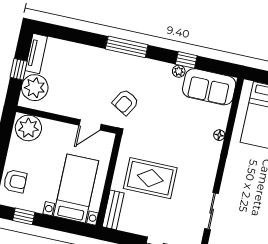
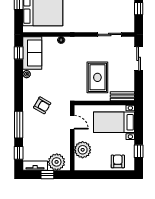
window: (61, 33) -> (19, 153), added
window: (127, 47) -> (19, 125), moved
window: (186, 60) -> (19, 53), moved
armchair: (126, 102) -> (42, 105), moved
plant: (28, 128) -> (83, 150), moved

